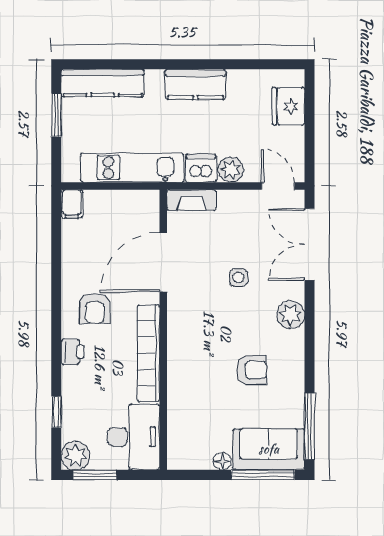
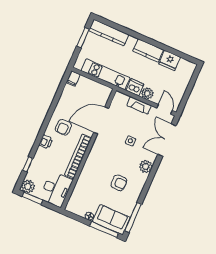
fridge: (288, 106) -> (170, 60), moved, turned -90
fireplace: (191, 200) -> (139, 105), moved

